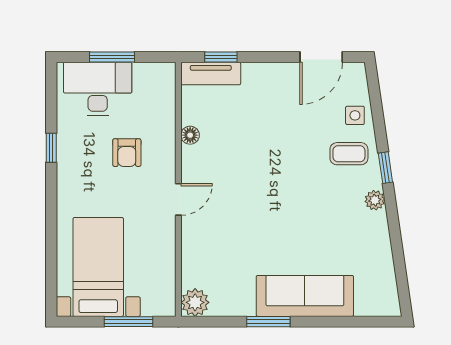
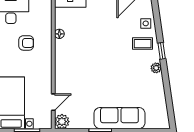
armchair: (127, 153) -> (26, 43), turned -90
door: (178, 199) -> (53, 102), moved

